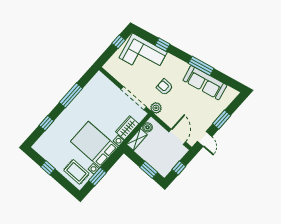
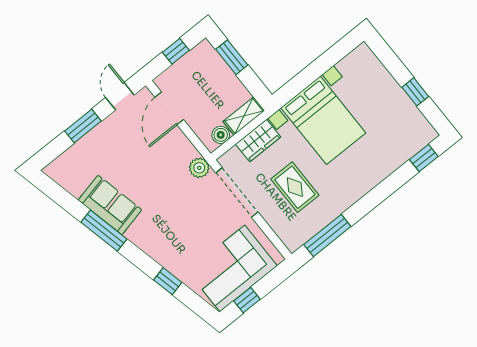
corner sofa: (143, 55) -> (232, 268), moved, turned -77
sofa: (205, 83) -> (110, 205), width x0.73
armchair: (165, 87) -> (177, 203), removed
window: (71, 95) -> (327, 236), moved
window: (46, 123) -> (424, 158), moved
rug: (76, 172) -> (295, 187), moved
window: (97, 177) -> (327, 60), removed

